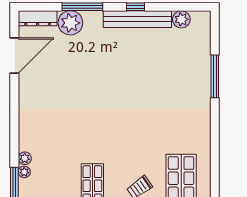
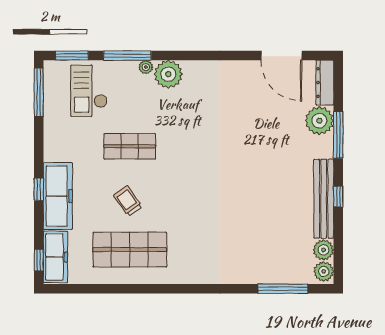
plant: (200, 19) -> (324, 271), added
window: (215, 76) -> (283, 289), moved
plant: (25, 158) -> (168, 74), width x1.88, depth x1.88

